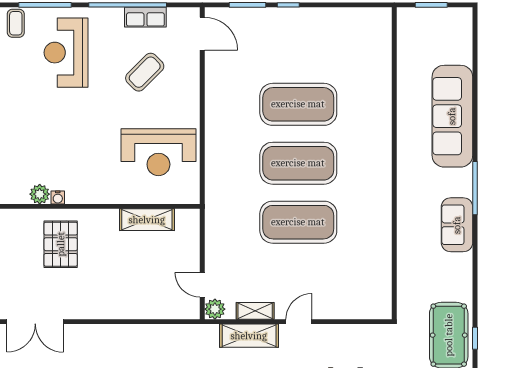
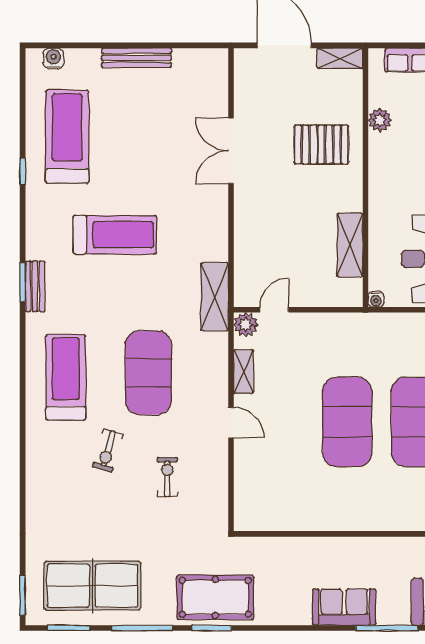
water cooler: (58, 198) -> (376, 299), moved, turned -90
double door: (35, 322) -> (231, 151), moved
shelving: (249, 336) -> (215, 297), moved
window: (475, 338) -> (212, 628), width x1.50

